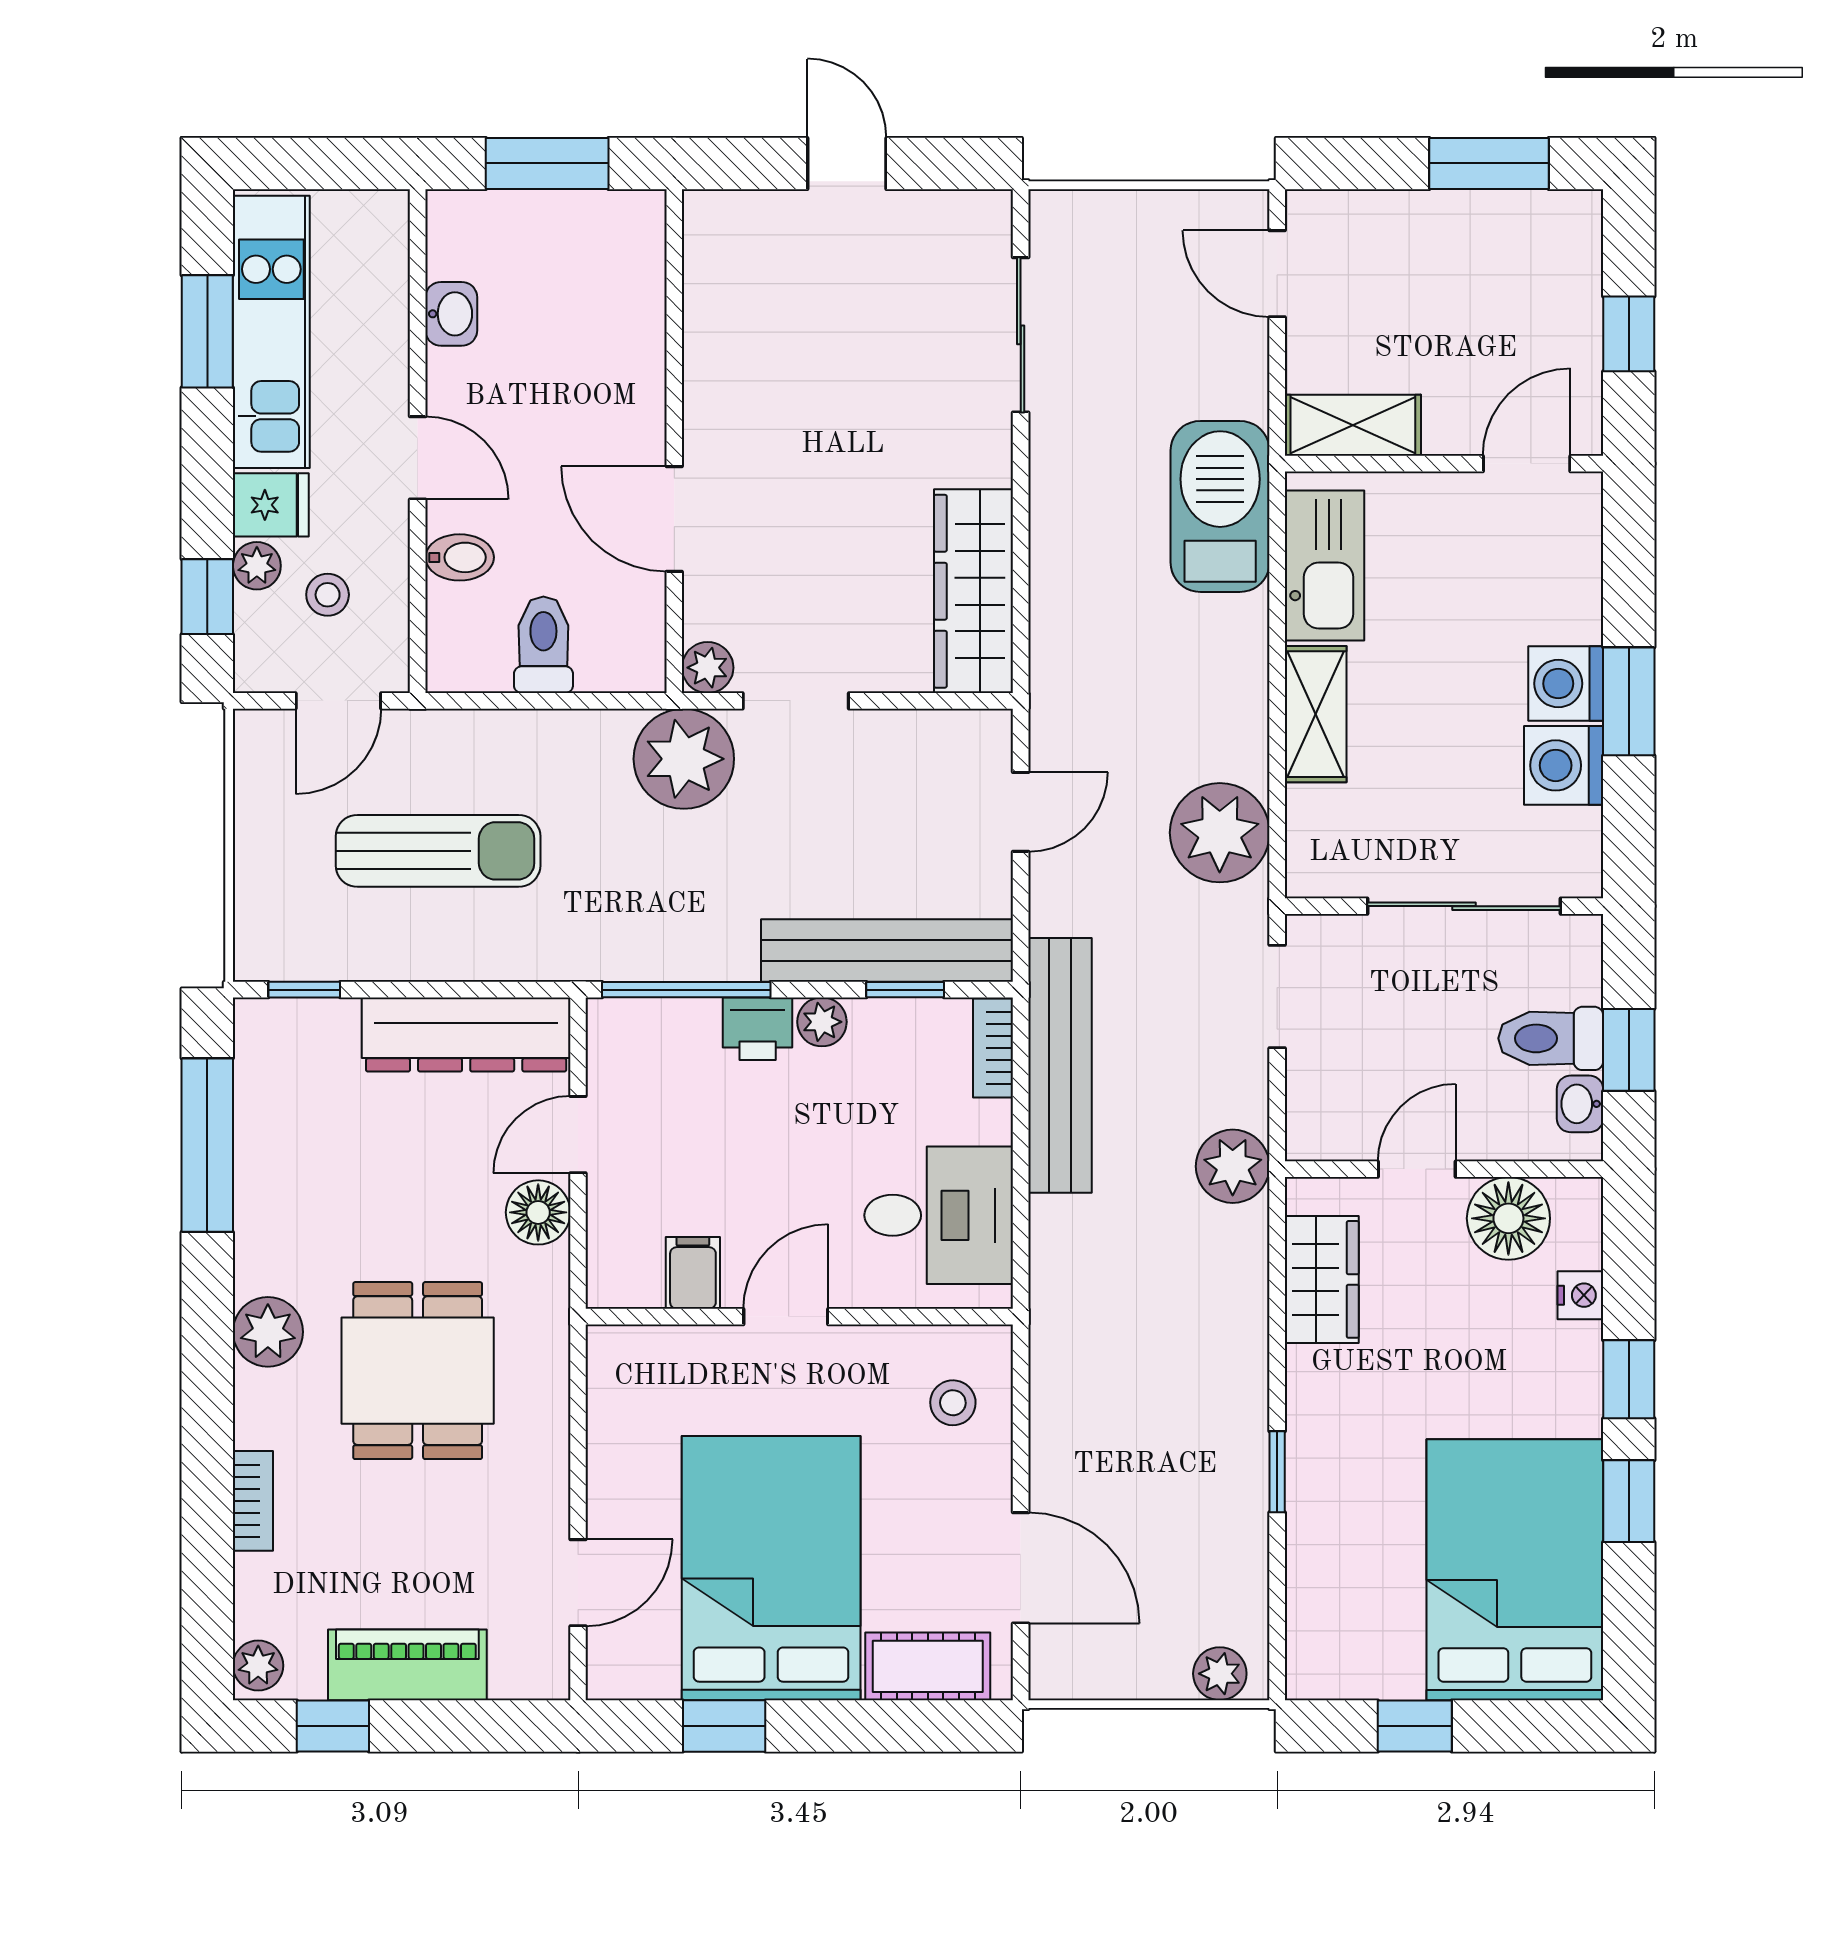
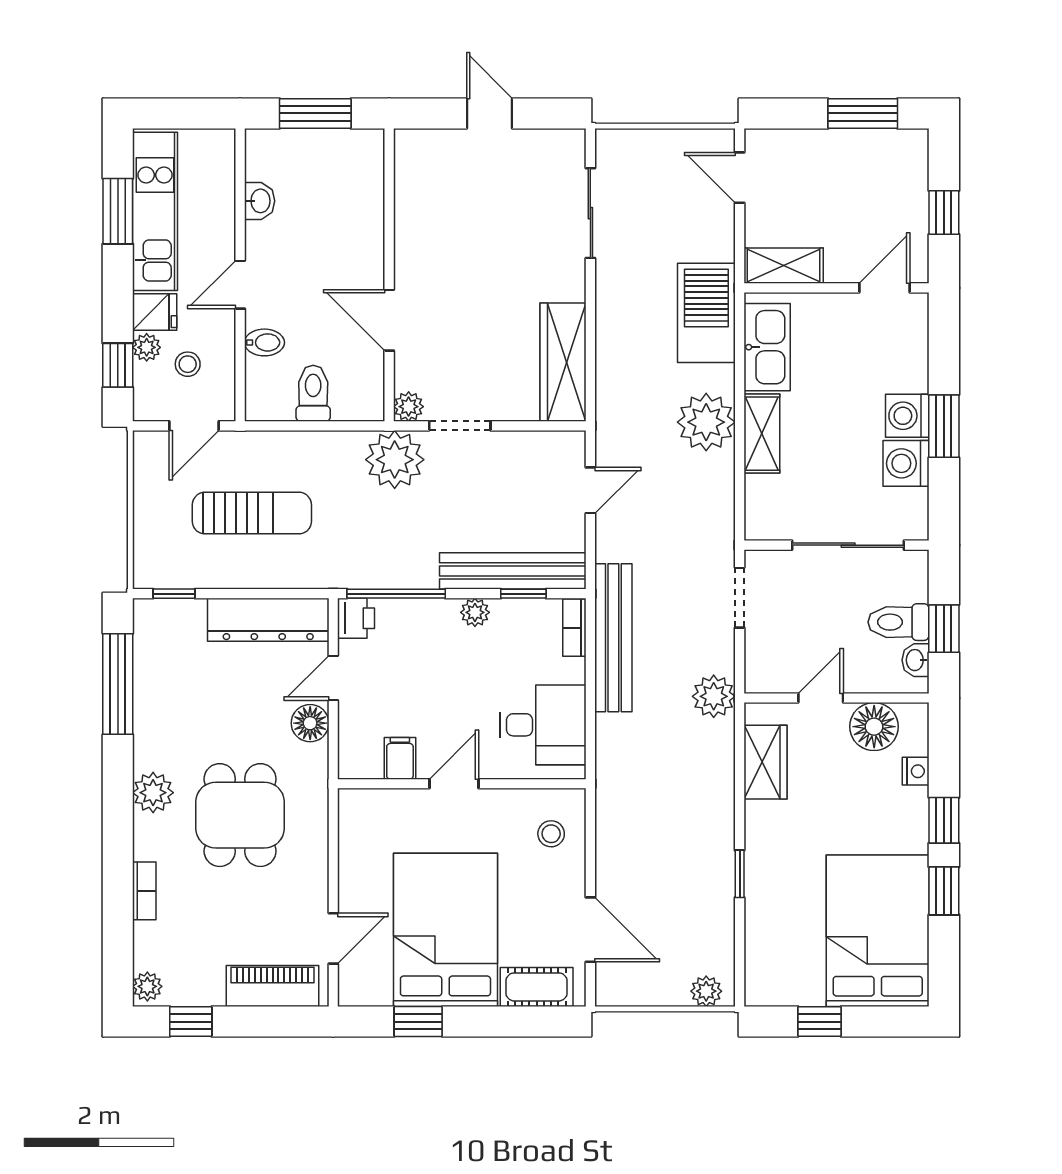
door: (418, 458) -> (240, 285), swing flipped
plant: (1220, 833) -> (706, 422), moved
printer: (758, 1029) -> (356, 618), moved, turned -90
piano: (407, 1665) -> (273, 986), moved

